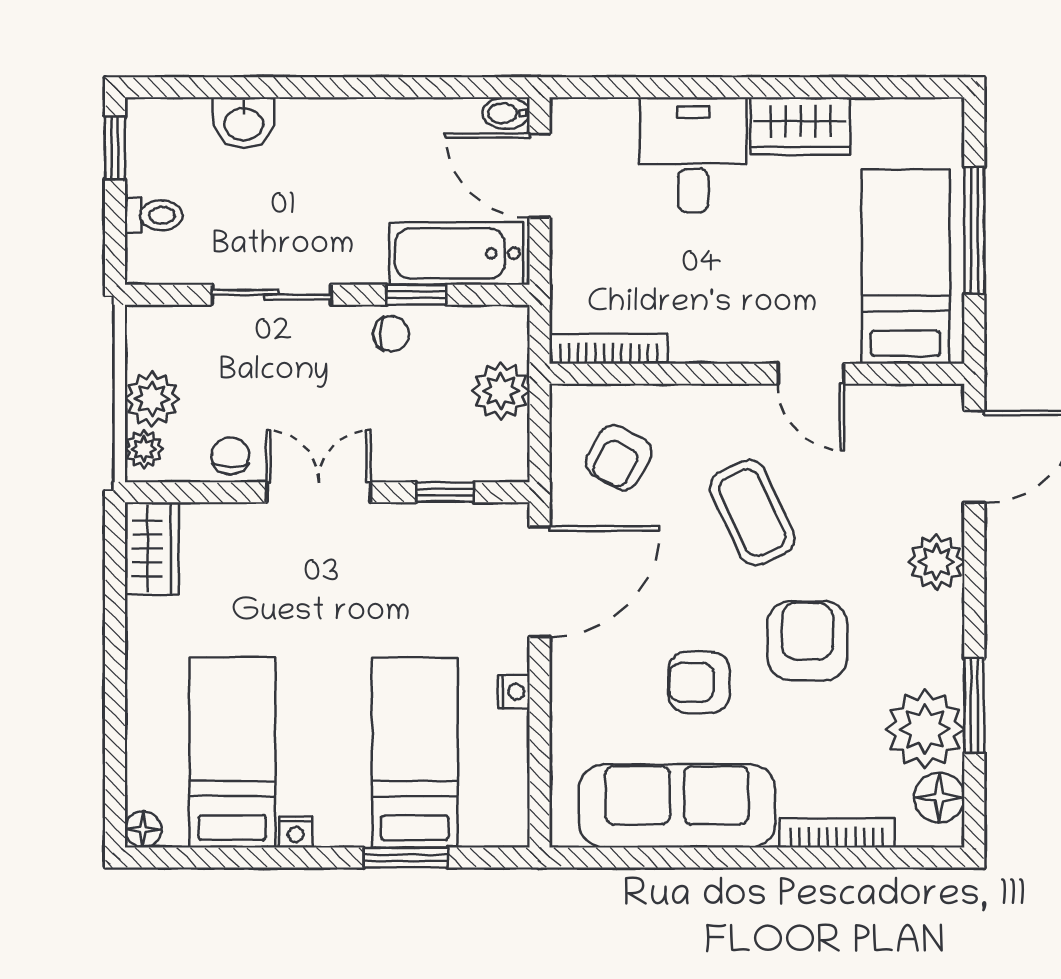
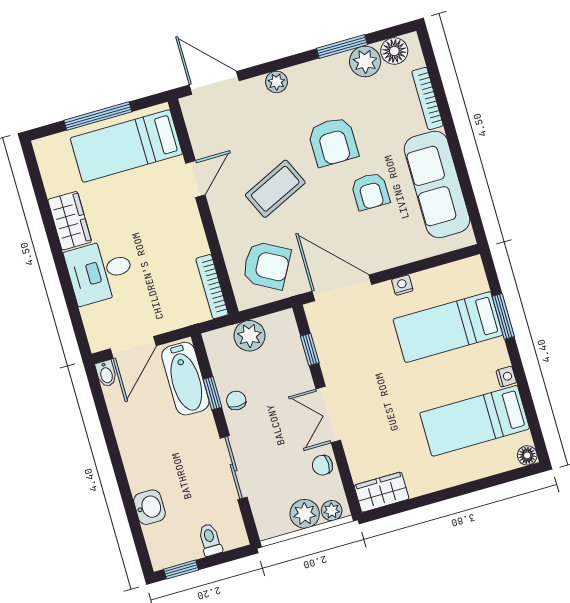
armchair: (619, 457) -> (266, 265), width x1.38, depth x1.38
plant: (936, 562) -> (276, 82), width x0.73, depth x0.73
armchair: (807, 641) -> (333, 142), turned -90
plant: (925, 729) -> (365, 61), width x0.73, depth x0.73

